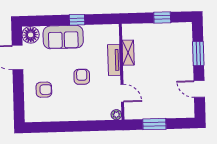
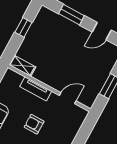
shelving: (128, 53) -> (22, 66), moved
plant: (116, 115) -> (83, 114), removed

